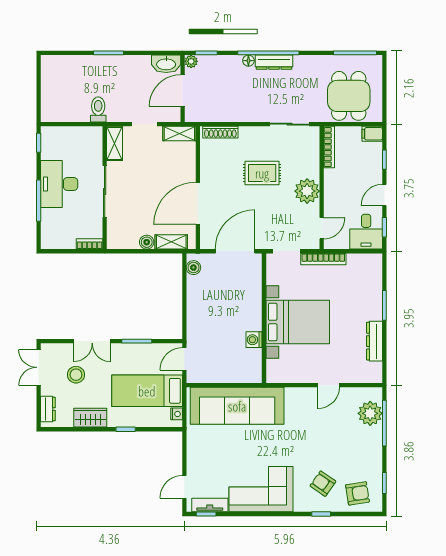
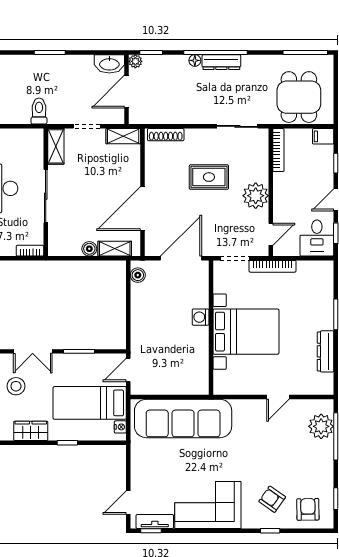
washing machine: (254, 340) -> (201, 317), moved
armchair: (357, 493) -> (308, 509), turned -82

